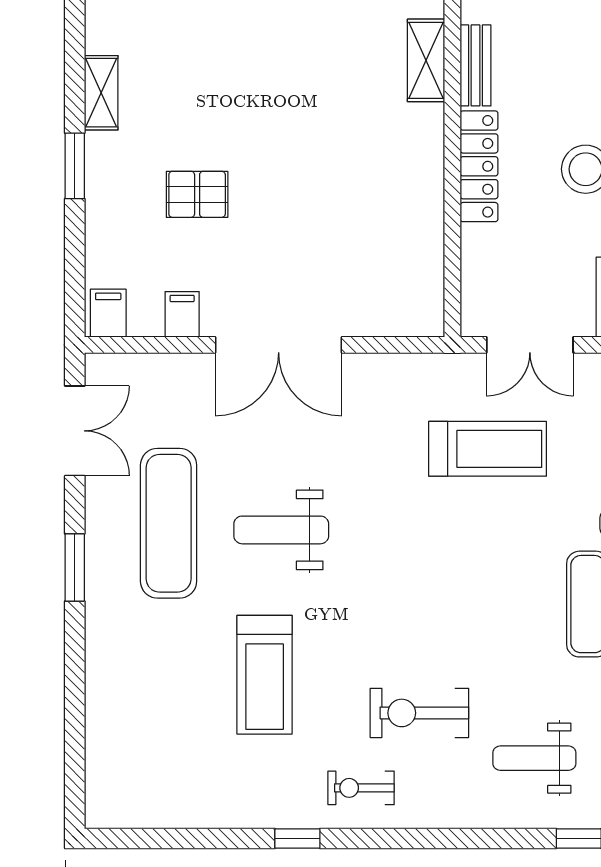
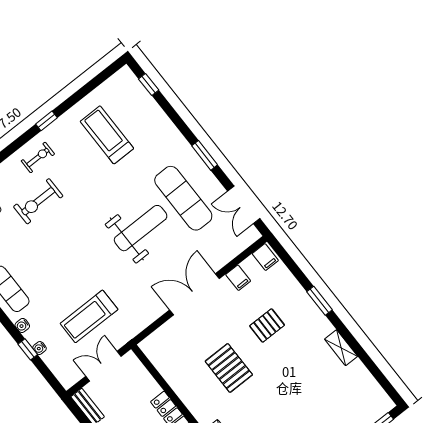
shelving: (101, 93) -> (341, 348), moved
pallet: (319, 173) -> (229, 368), added
weight bench: (281, 530) -> (141, 228), width x1.36, depth x1.33
treadmill: (265, 675) -> (107, 135), moved
exercise bike: (419, 713) -> (38, 201), turned 180
window: (75, 763) -> (149, 85), added

